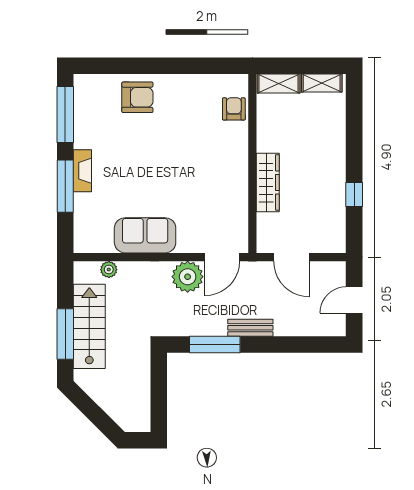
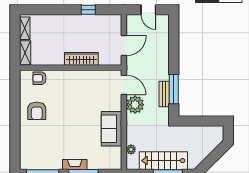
armchair: (137, 97) -> (37, 111), moved, turned 180
bench: (250, 328) -> (164, 94), moved

